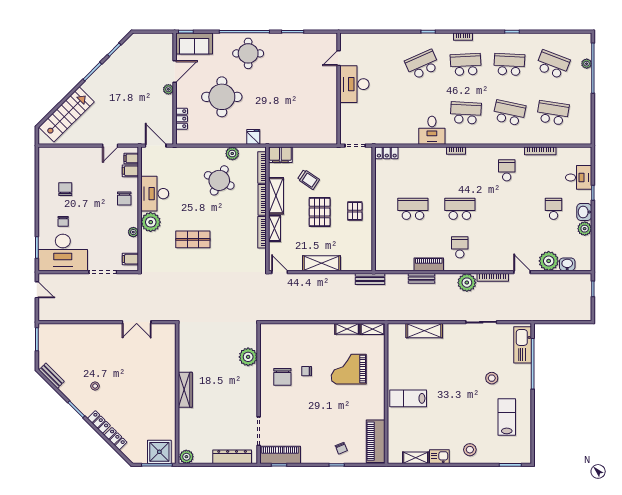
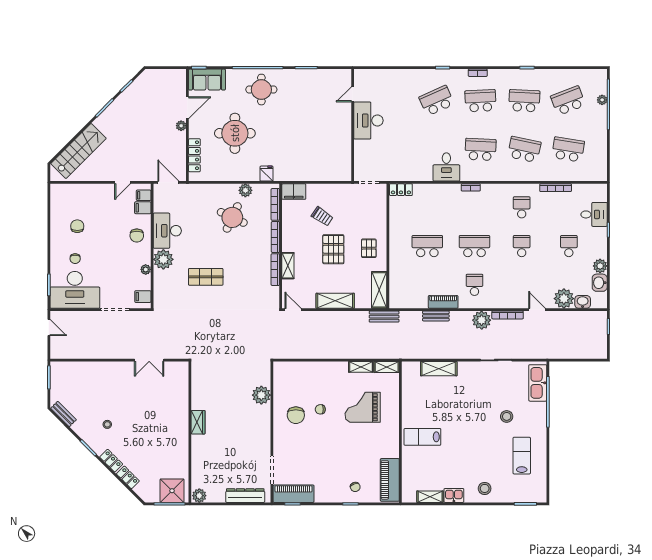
school desk: (553, 64) -> (568, 101), turned -42
locker: (182, 119) -> (194, 155), width x1.53
shelving: (276, 196) -> (379, 290), moved
school desk: (507, 209) -> (522, 246), added
washbasin: (584, 212) -> (600, 283), moved
wardrobe: (185, 390) -> (198, 422), width x0.67

